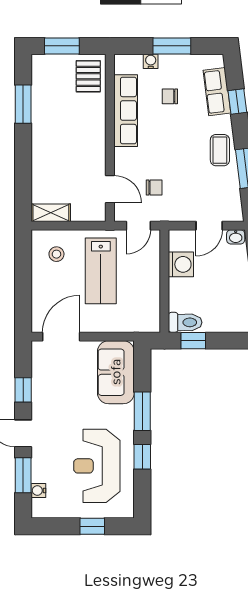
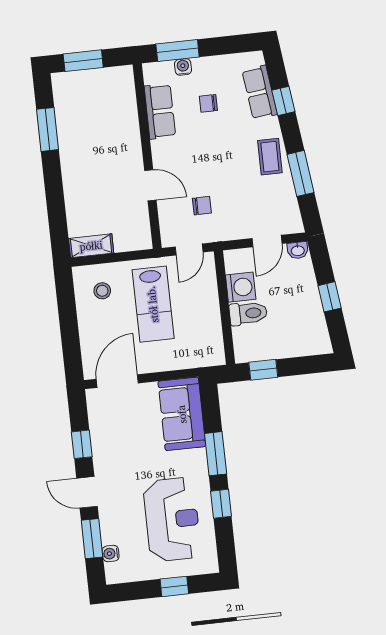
window: (172, 46) -> (178, 50), moved
pallet: (88, 76) -> (116, 91), removed
row of seats: (126, 111) -> (160, 111), width x0.68
door: (110, 189) -> (150, 185), moved
toilet: (185, 322) -> (248, 313), moved
reception desk: (97, 466) -> (172, 519), turned 180

